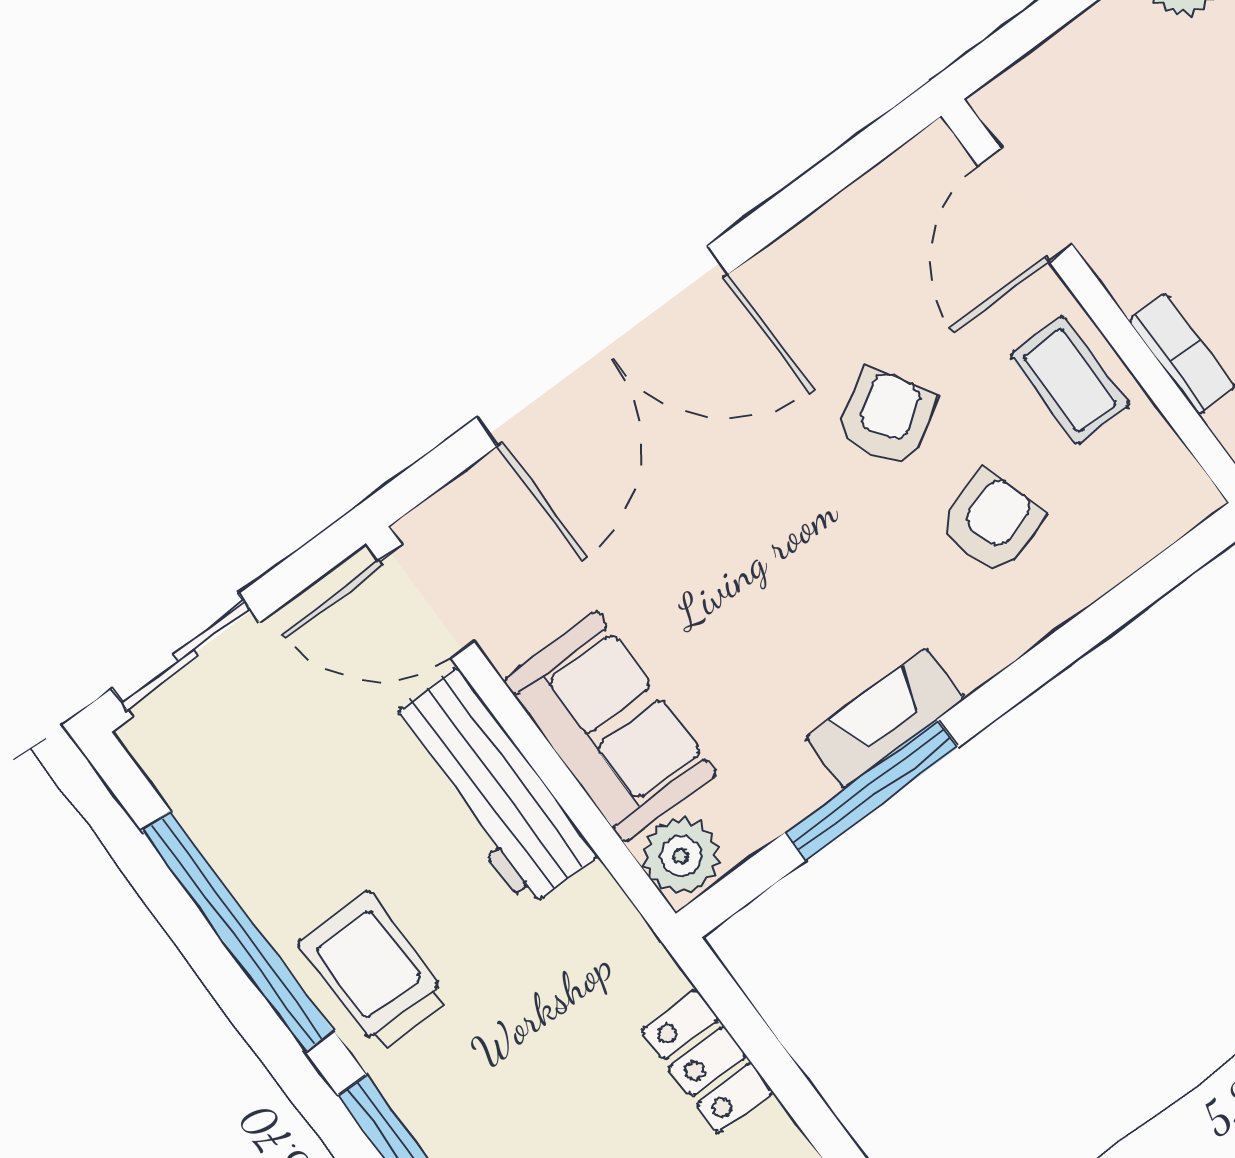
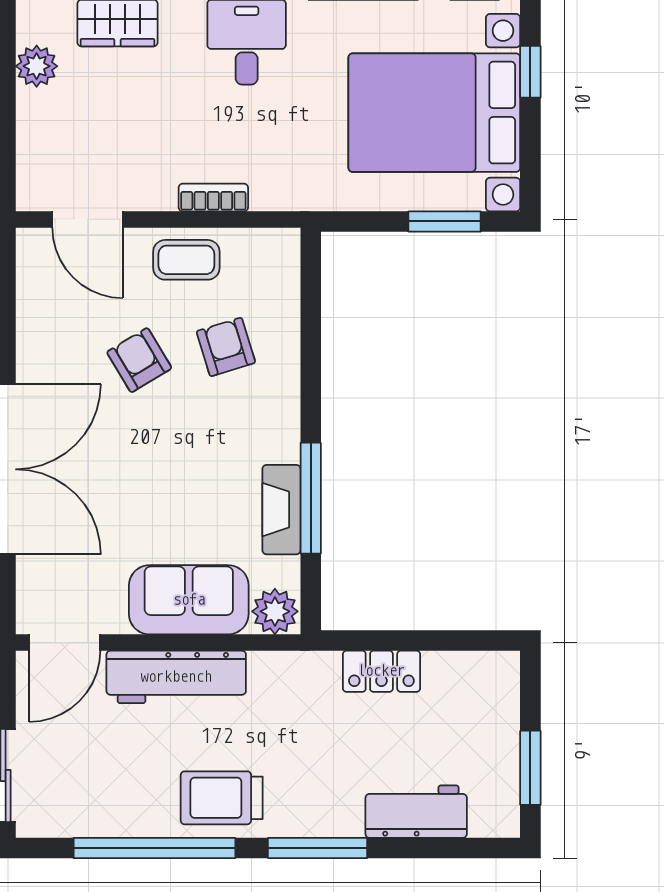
fireplace: (885, 718) -> (281, 510), moved

